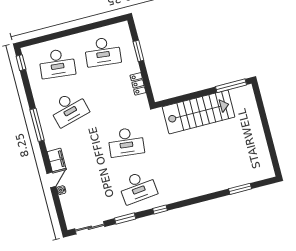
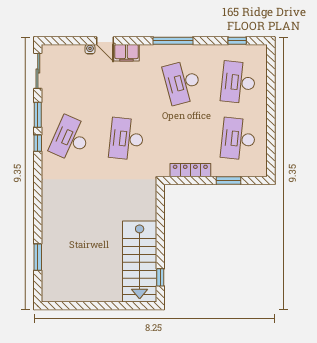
window: (21, 63) -> (237, 41), moved
locker: (138, 84) -> (190, 170), width x1.53
window: (231, 86) -> (160, 277), width x0.46
stairs: (199, 112) -> (140, 261), moved
desk: (138, 187) -> (70, 139), turned 30
window: (160, 209) -> (38, 143), moved

